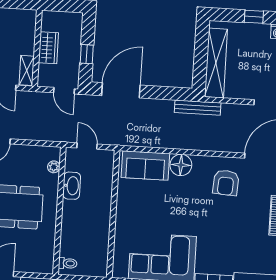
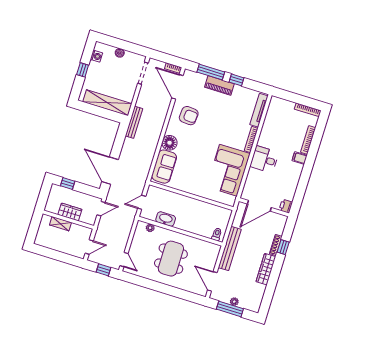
window: (87, 54) -> (68, 184), moved
shelving: (27, 70) -> (60, 224), moved

